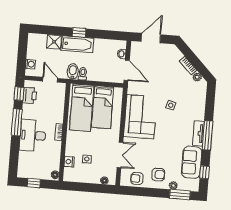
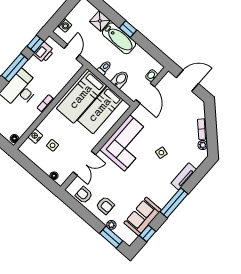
bidet: (73, 71) -> (120, 79), moved
tv unit: (198, 133) -> (184, 176), moved

